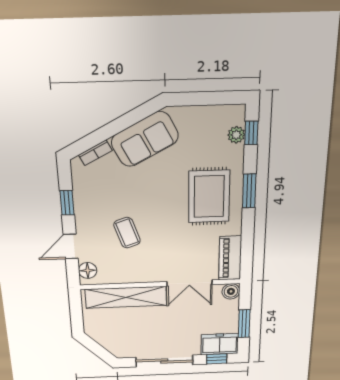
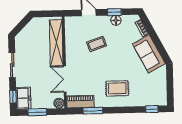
plant: (236, 135) -> (151, 101), removed
window: (249, 191) -> (93, 111), moved
rug: (209, 197) -> (117, 88), width x0.73, depth x0.70
floor lamp: (88, 270) -> (116, 20), moved
sliding door: (164, 361) -> (12, 65), width x0.73

